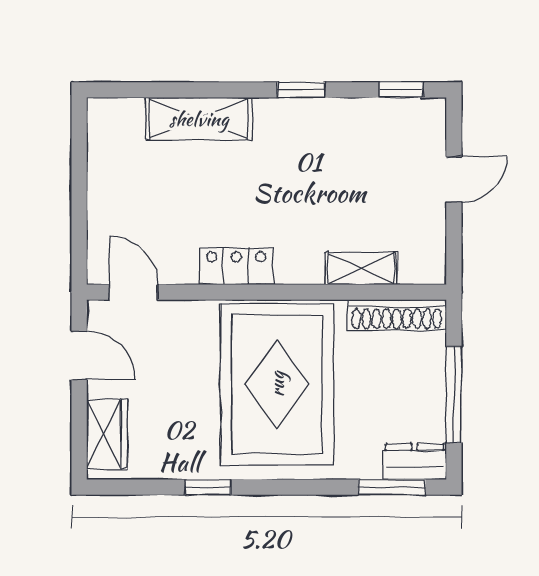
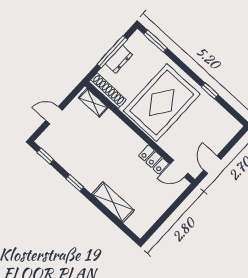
locker: (236, 266) -> (154, 160), moved
shelving: (361, 269) -> (93, 103), moved
door: (134, 292) -> (179, 169), hinge flipped
wardrobe: (107, 434) -> (225, 134), removed
dresser: (415, 462) -> (119, 59), moved, turned -90

